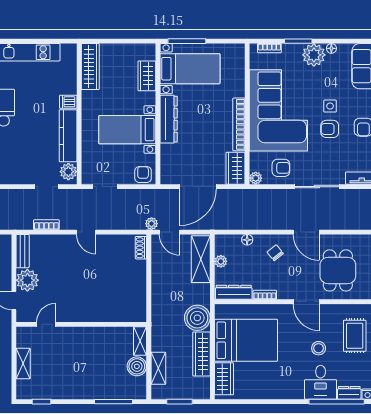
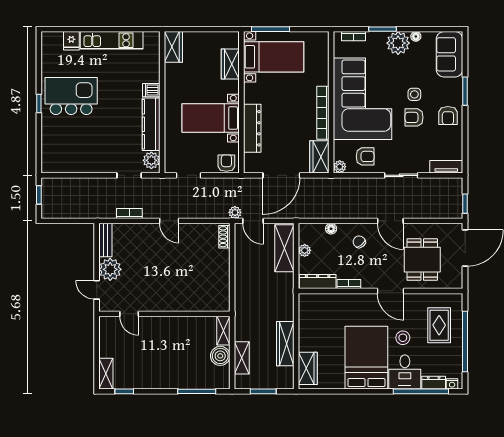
wardrobe: (90, 67) -> (173, 47), width x0.67
dresser: (169, 119) -> (252, 128), moved
sliding door: (317, 187) -> (401, 175), width x0.73
boiler: (197, 318) -> (281, 307), removed
door: (46, 324) -> (129, 314), swing flipped
bed: (246, 340) -> (366, 358), moved, turned -90
shelving: (23, 363) -> (106, 374), moved

